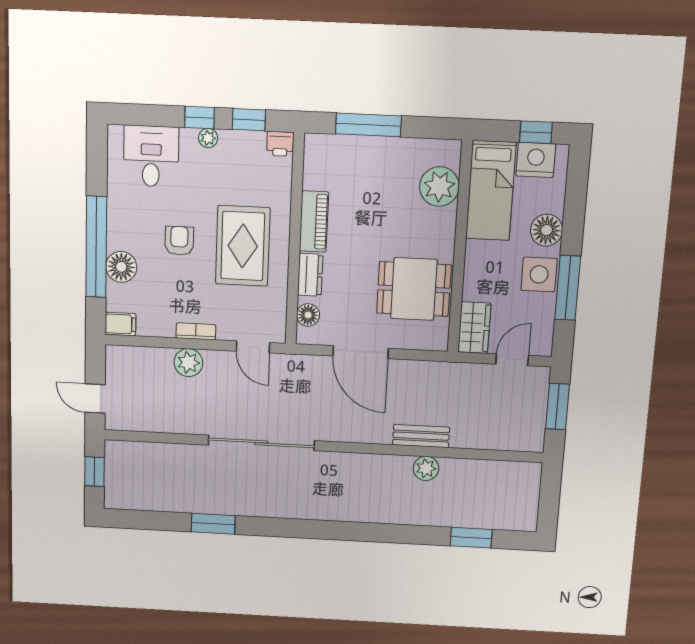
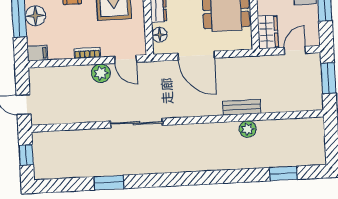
plant: (188, 363) -> (101, 73), moved
sliding door: (261, 443) -> (137, 123), width x0.73

